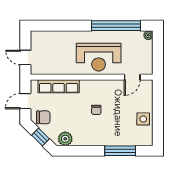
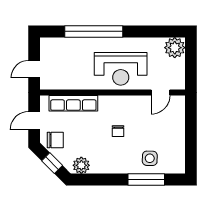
window: (116, 26) -> (94, 31), moved
plant: (148, 35) -> (175, 48), width x1.87, depth x1.87
door: (25, 58) -> (34, 69), hinge flipped
side table: (143, 119) -> (150, 158), moved

